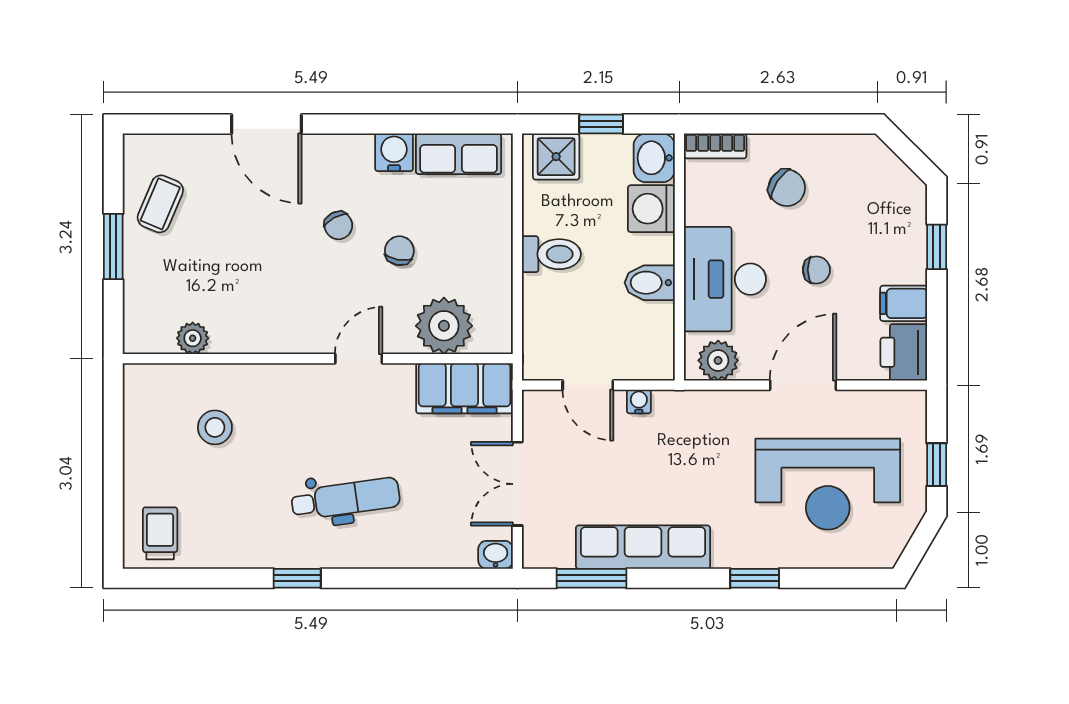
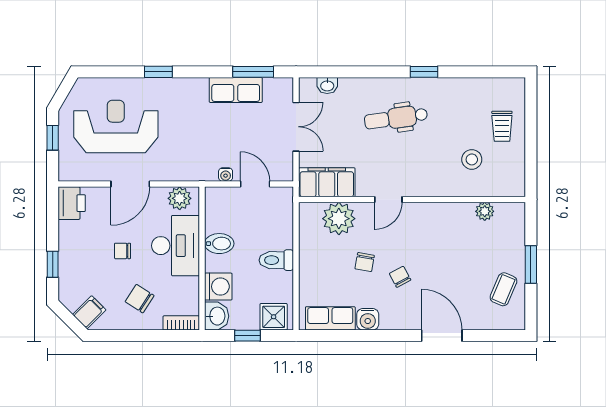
filing cabinet: (904, 303) -> (89, 312), moved, turned -45
trolley: (160, 533) -> (502, 126), moved
row of seats: (643, 547) -> (236, 90), width x0.68
washbasin: (496, 555) -> (327, 85), moved

